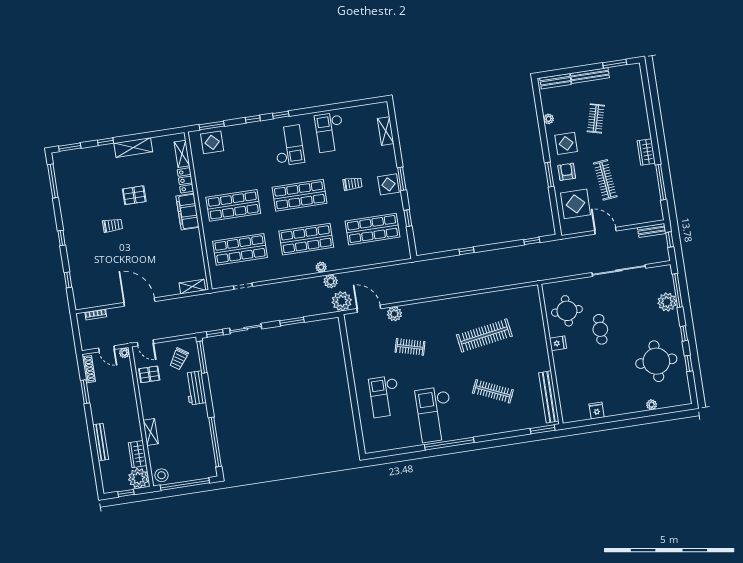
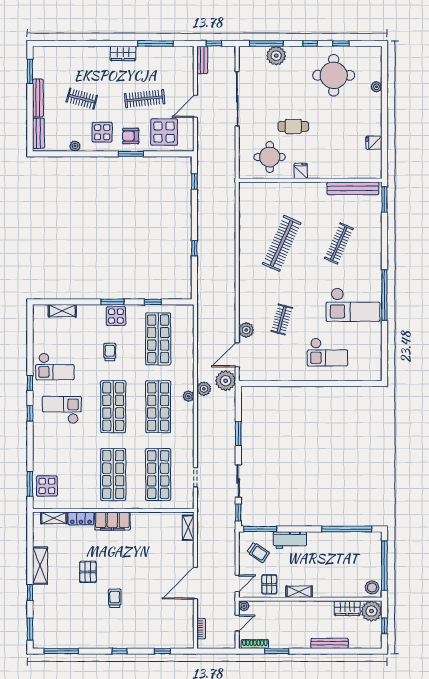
window: (253, 119) -> (30, 383), moved
clothes rail: (484, 335) -> (282, 243), turned 33
shelving: (151, 432) -> (299, 592), moved

